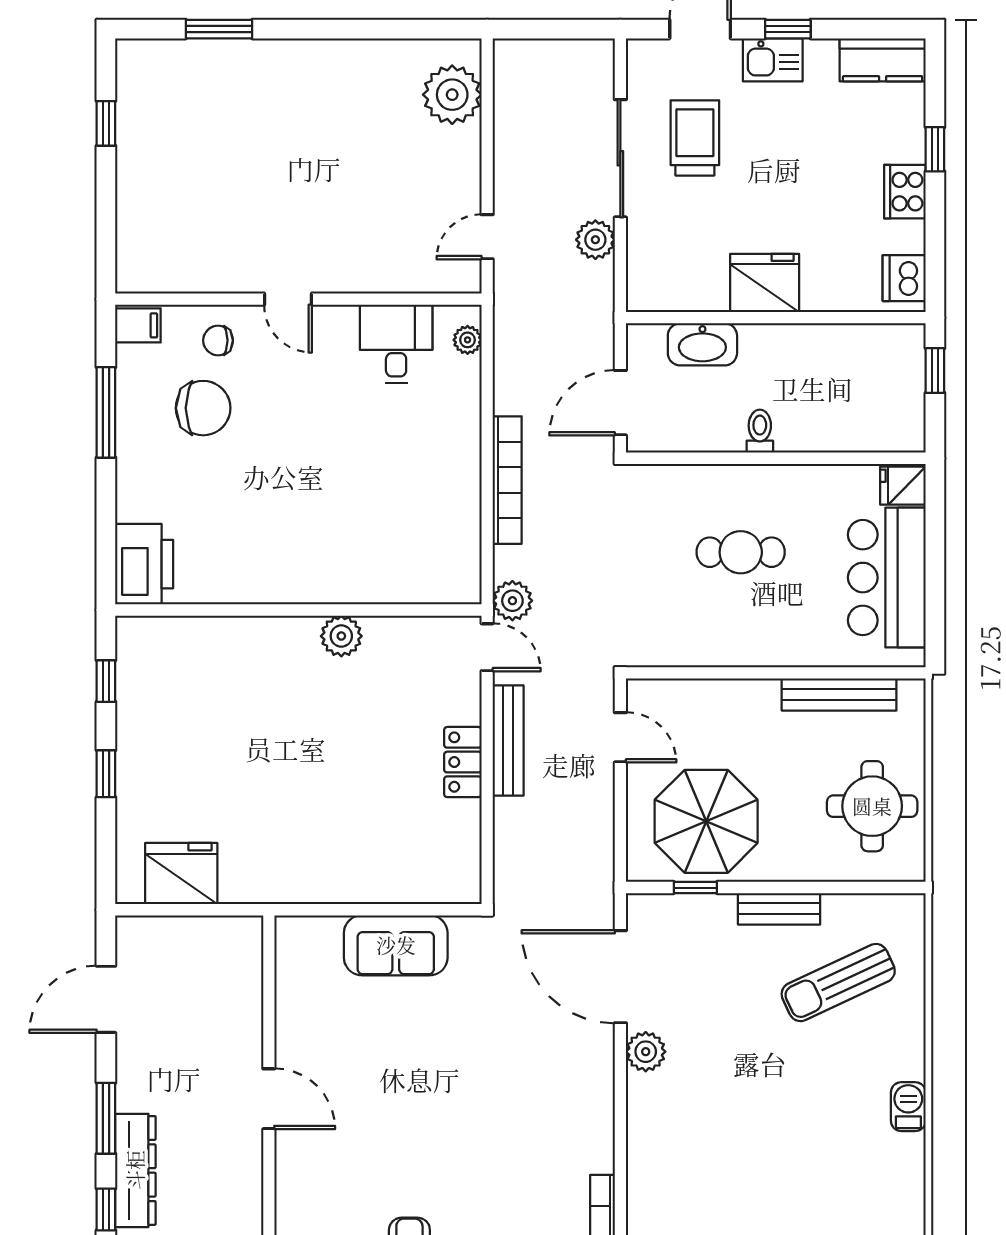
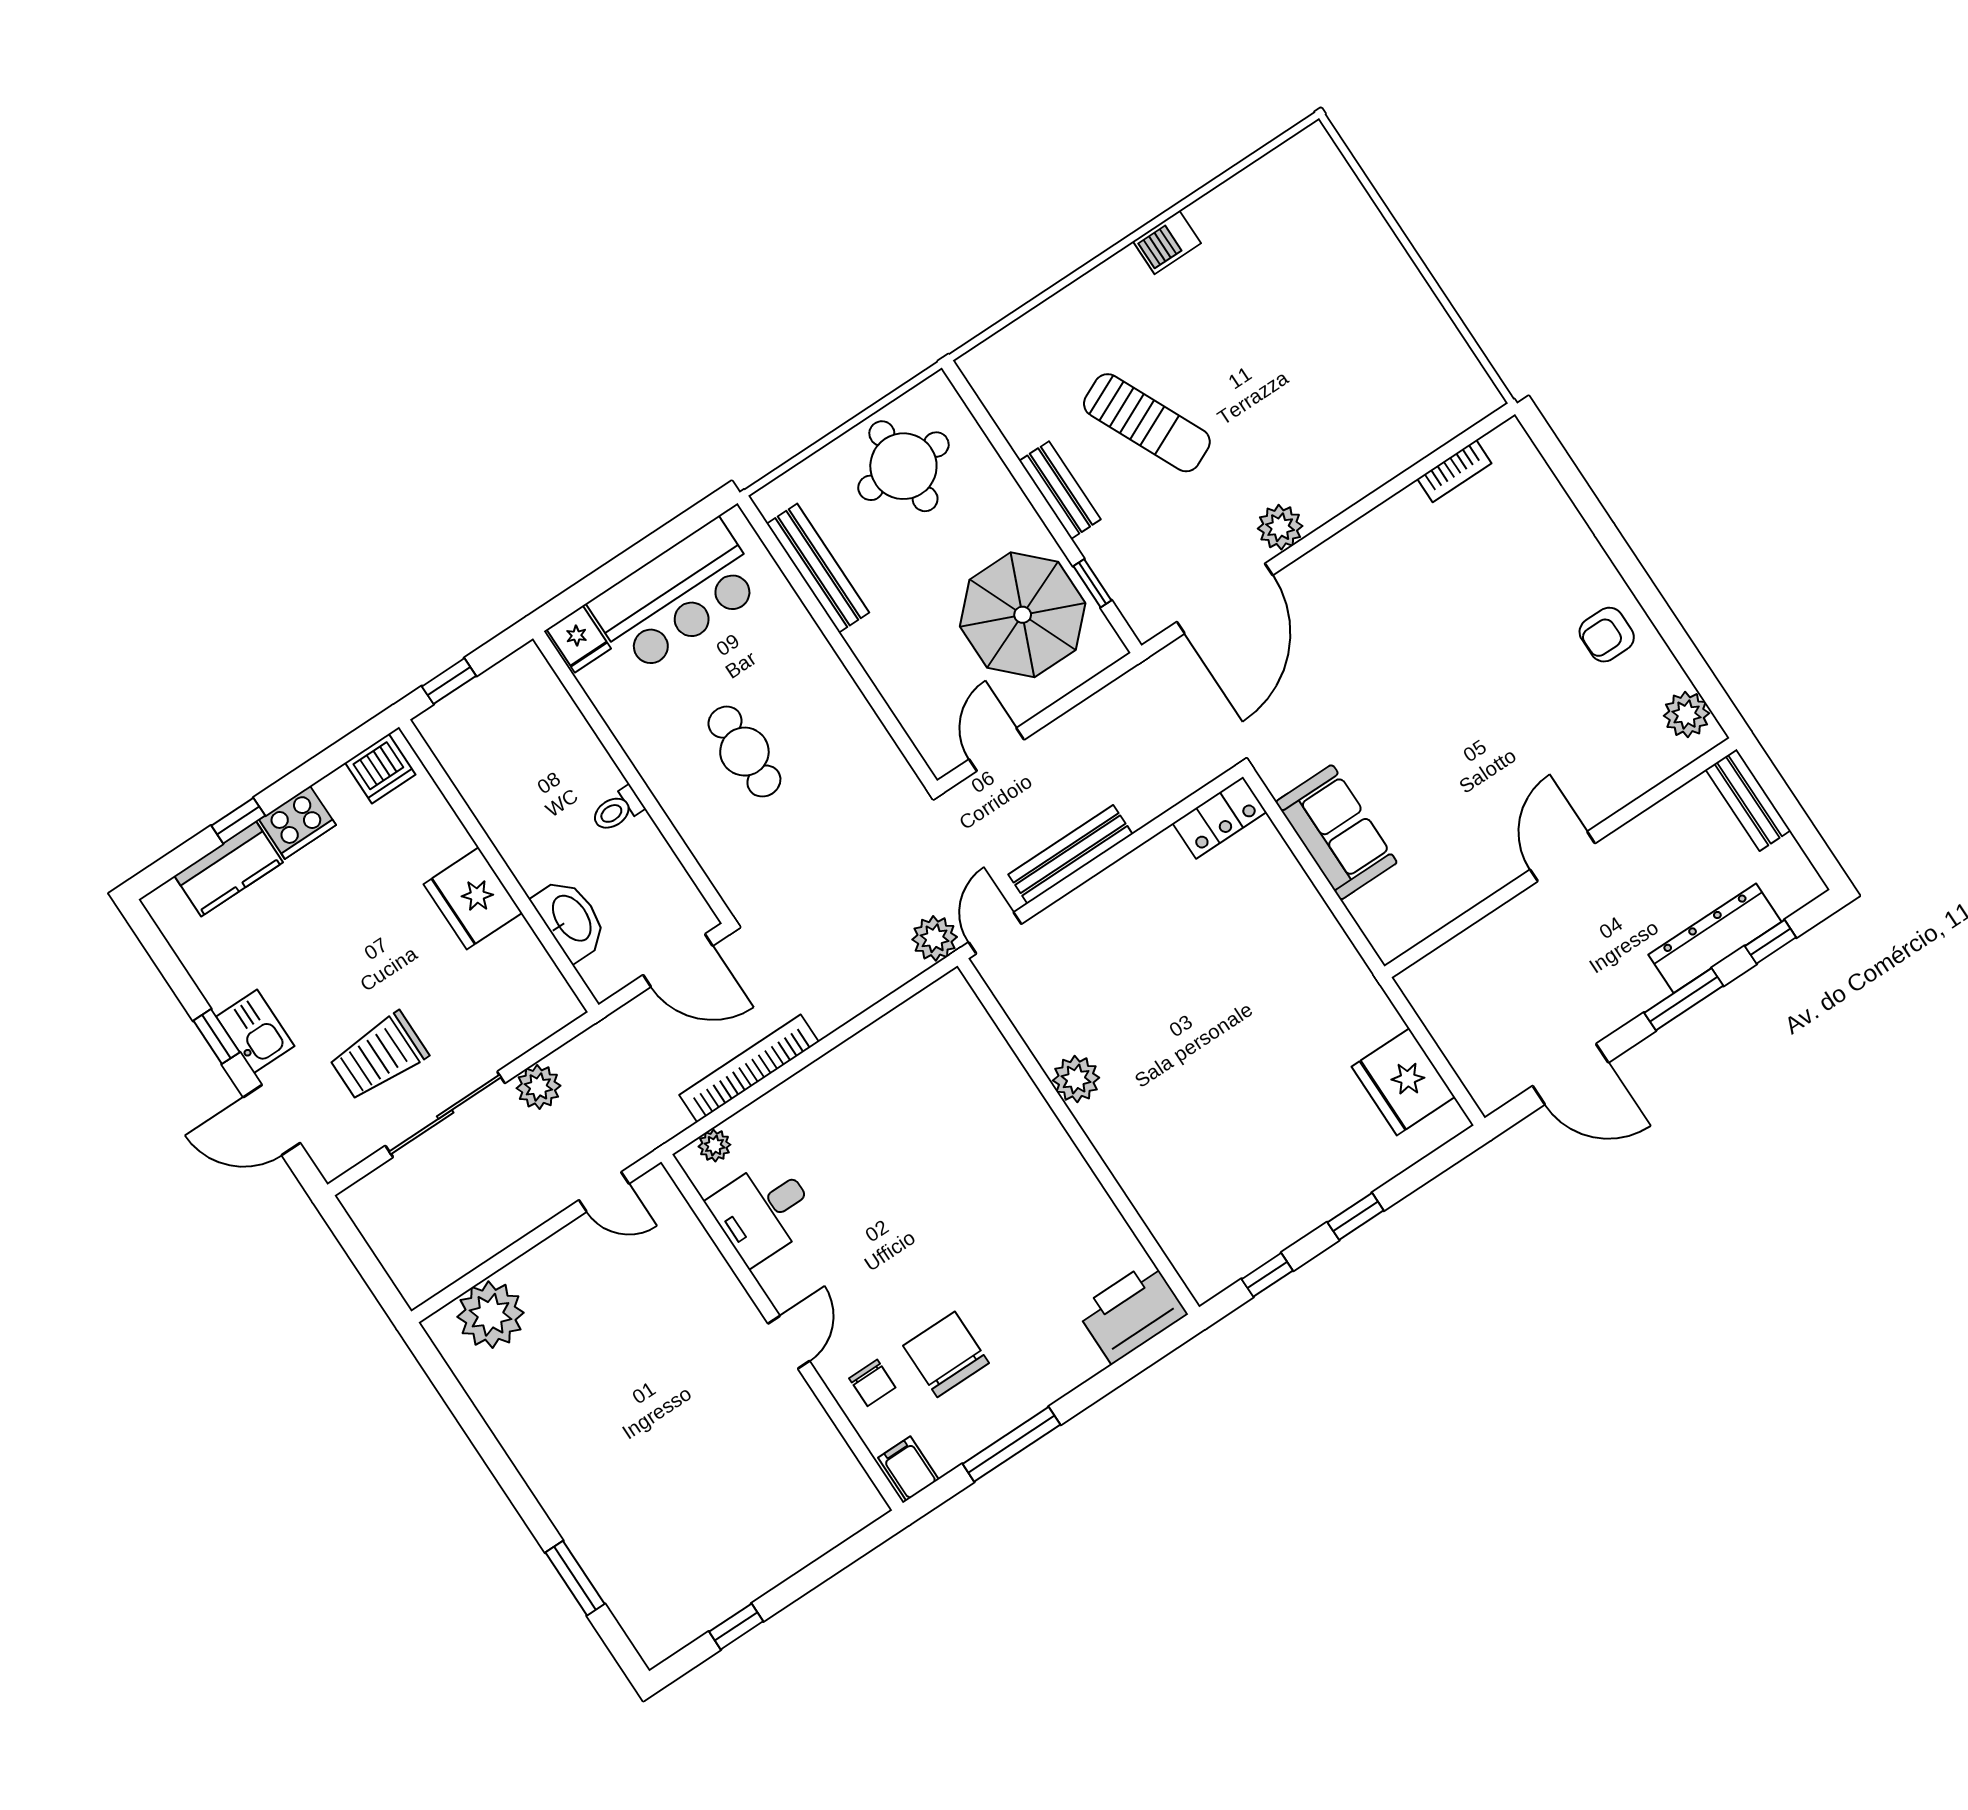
kitchen counter: (883, 60) -> (229, 869), moved, turned 90
bookcase: (507, 480) -> (749, 1068), moved
locker: (463, 762) -> (1220, 818), moved
sun lounger: (838, 983) -> (1147, 423), moved

